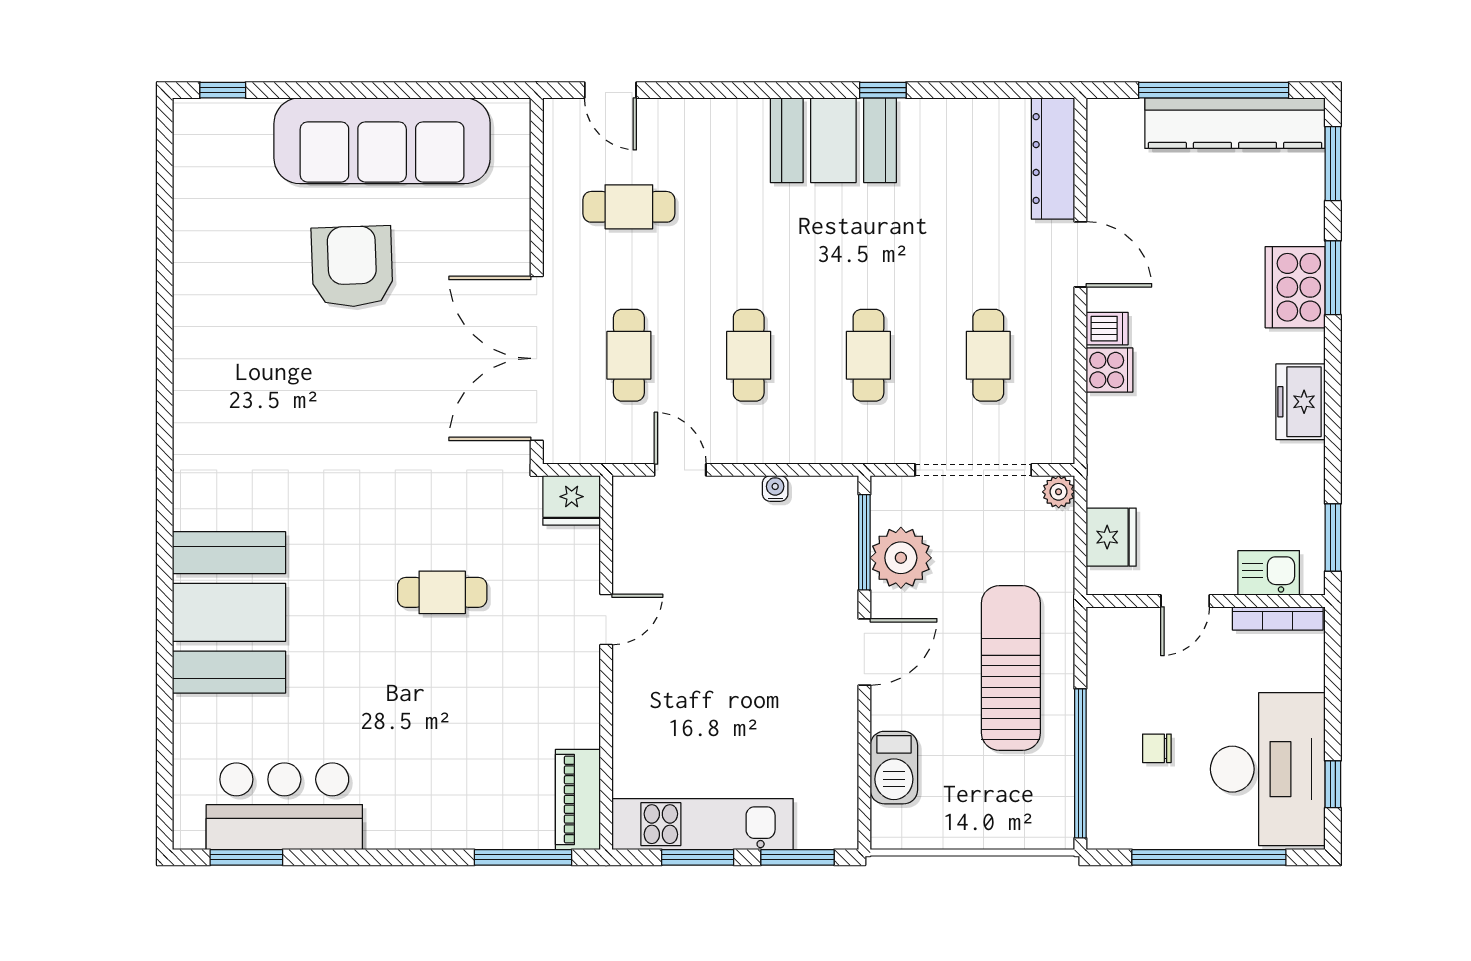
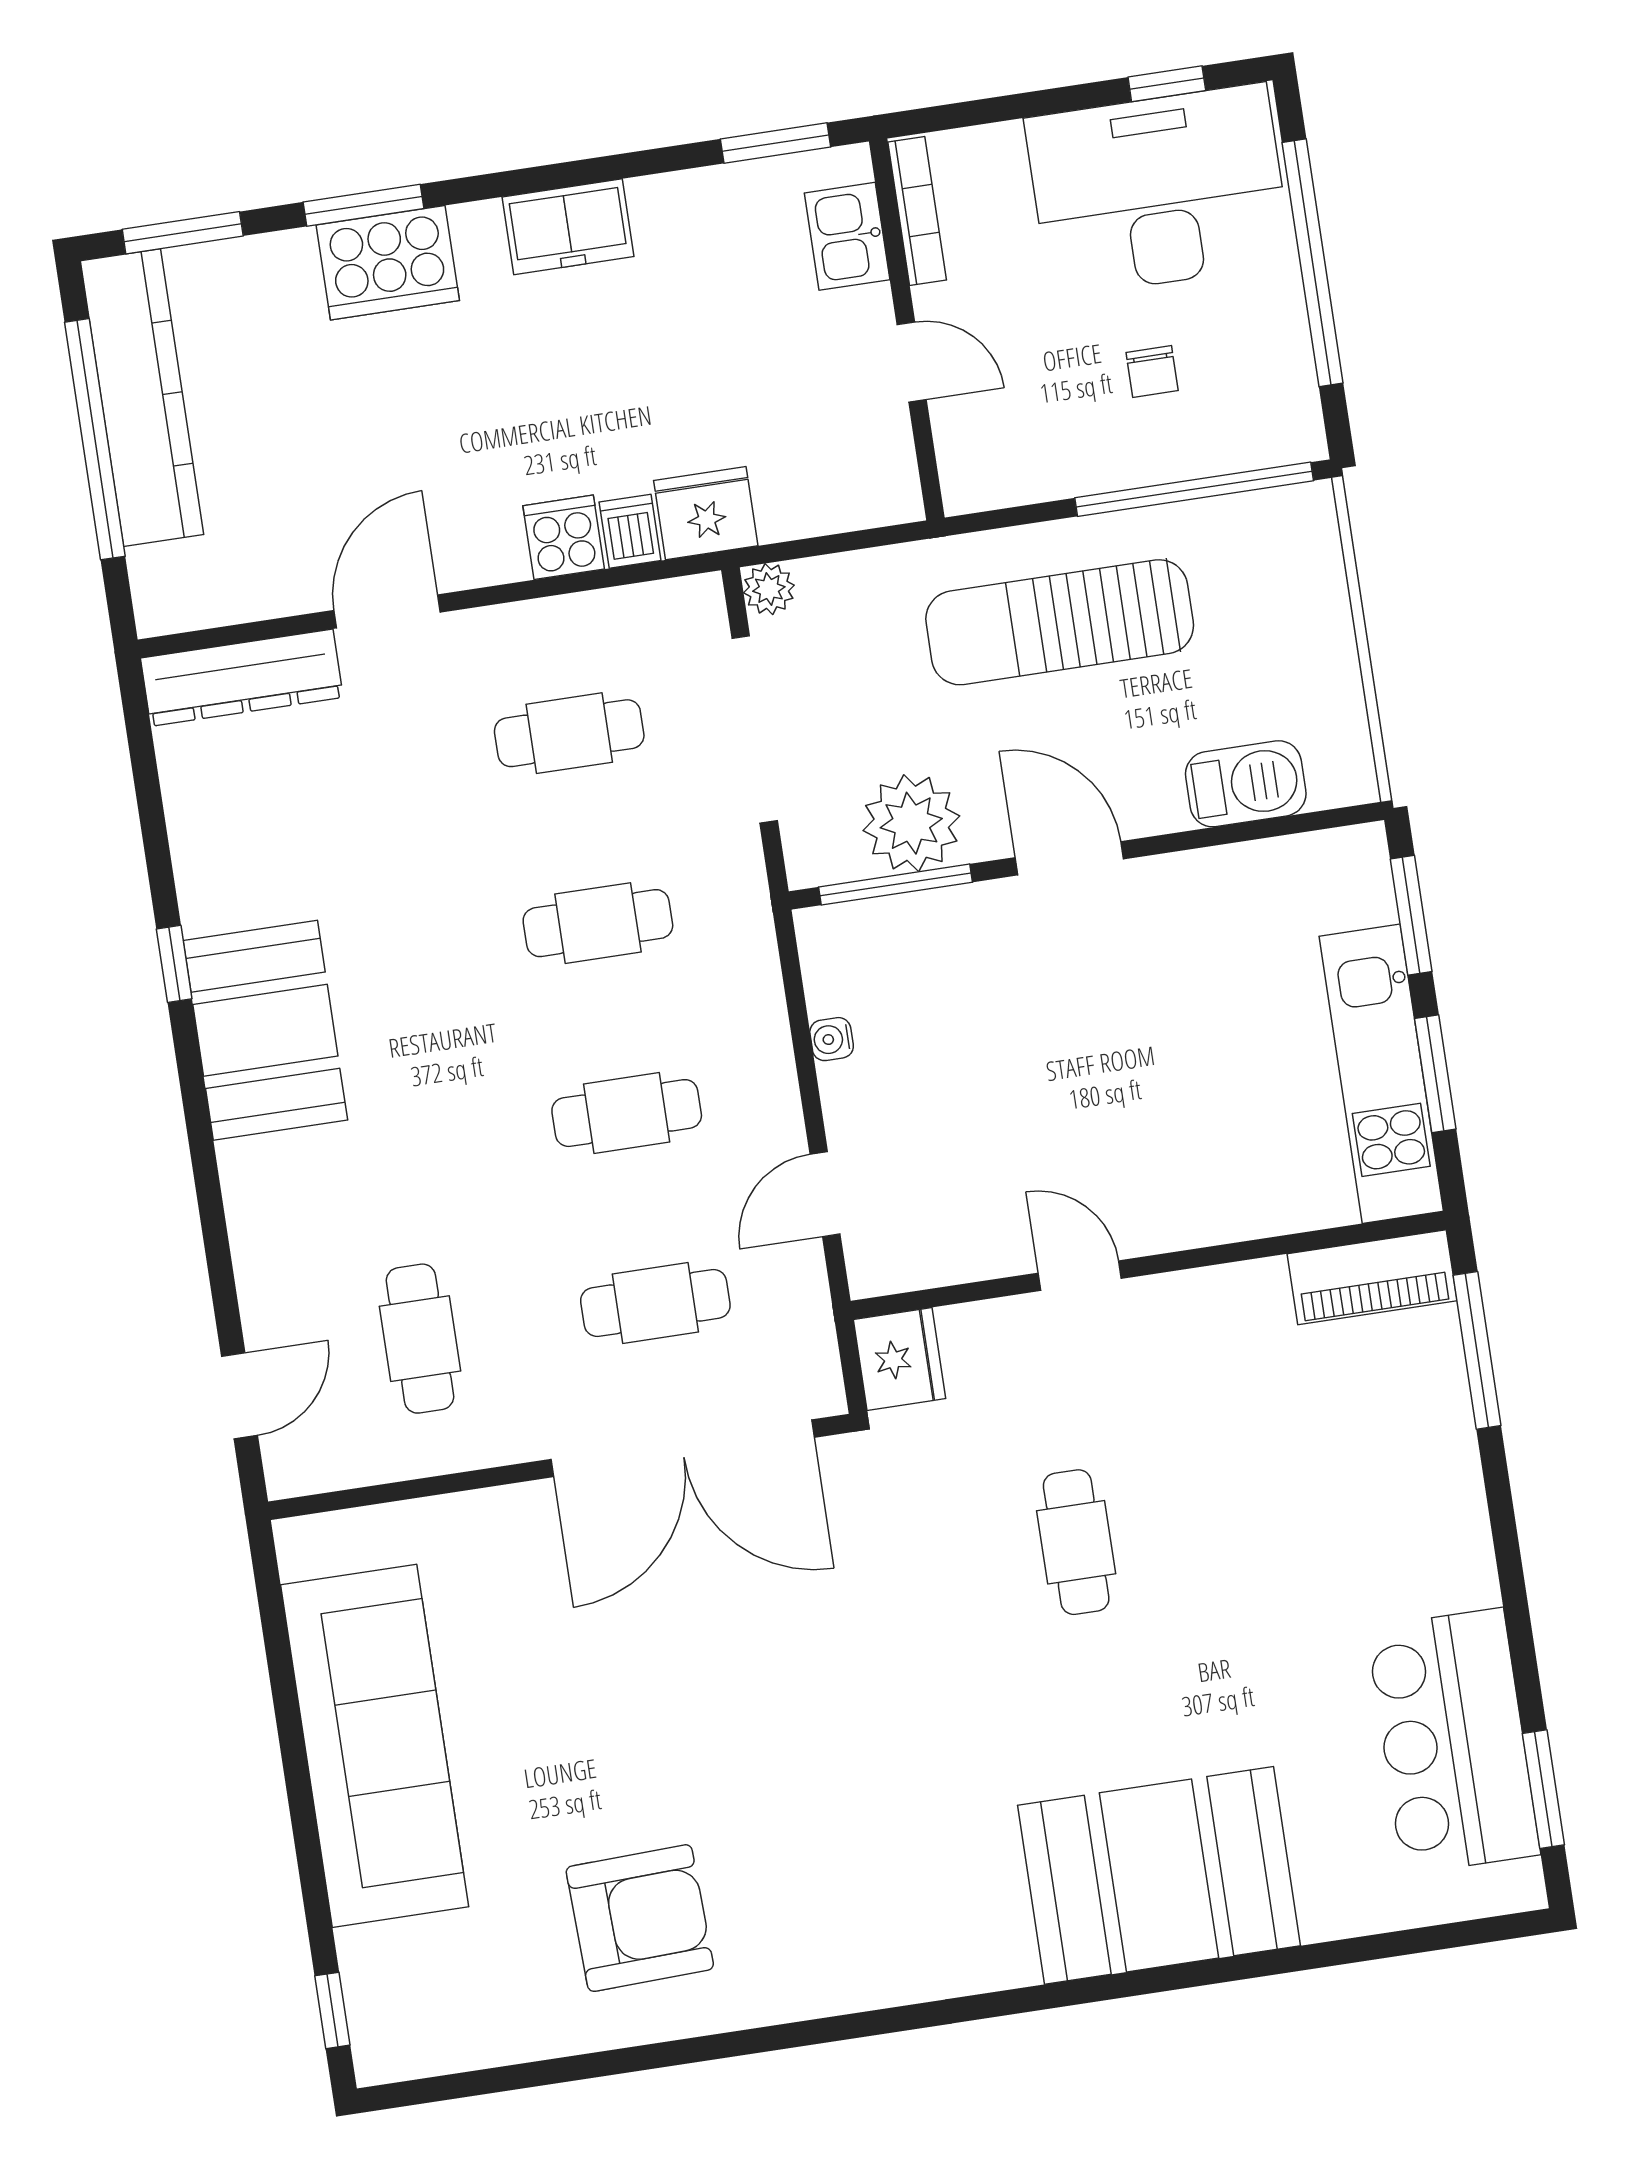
armchair: (352, 266) -> (640, 1918), moved, turned 180
dishwasher: (1107, 329) -> (630, 531), moved
fridge: (1111, 537) -> (706, 513), moved

